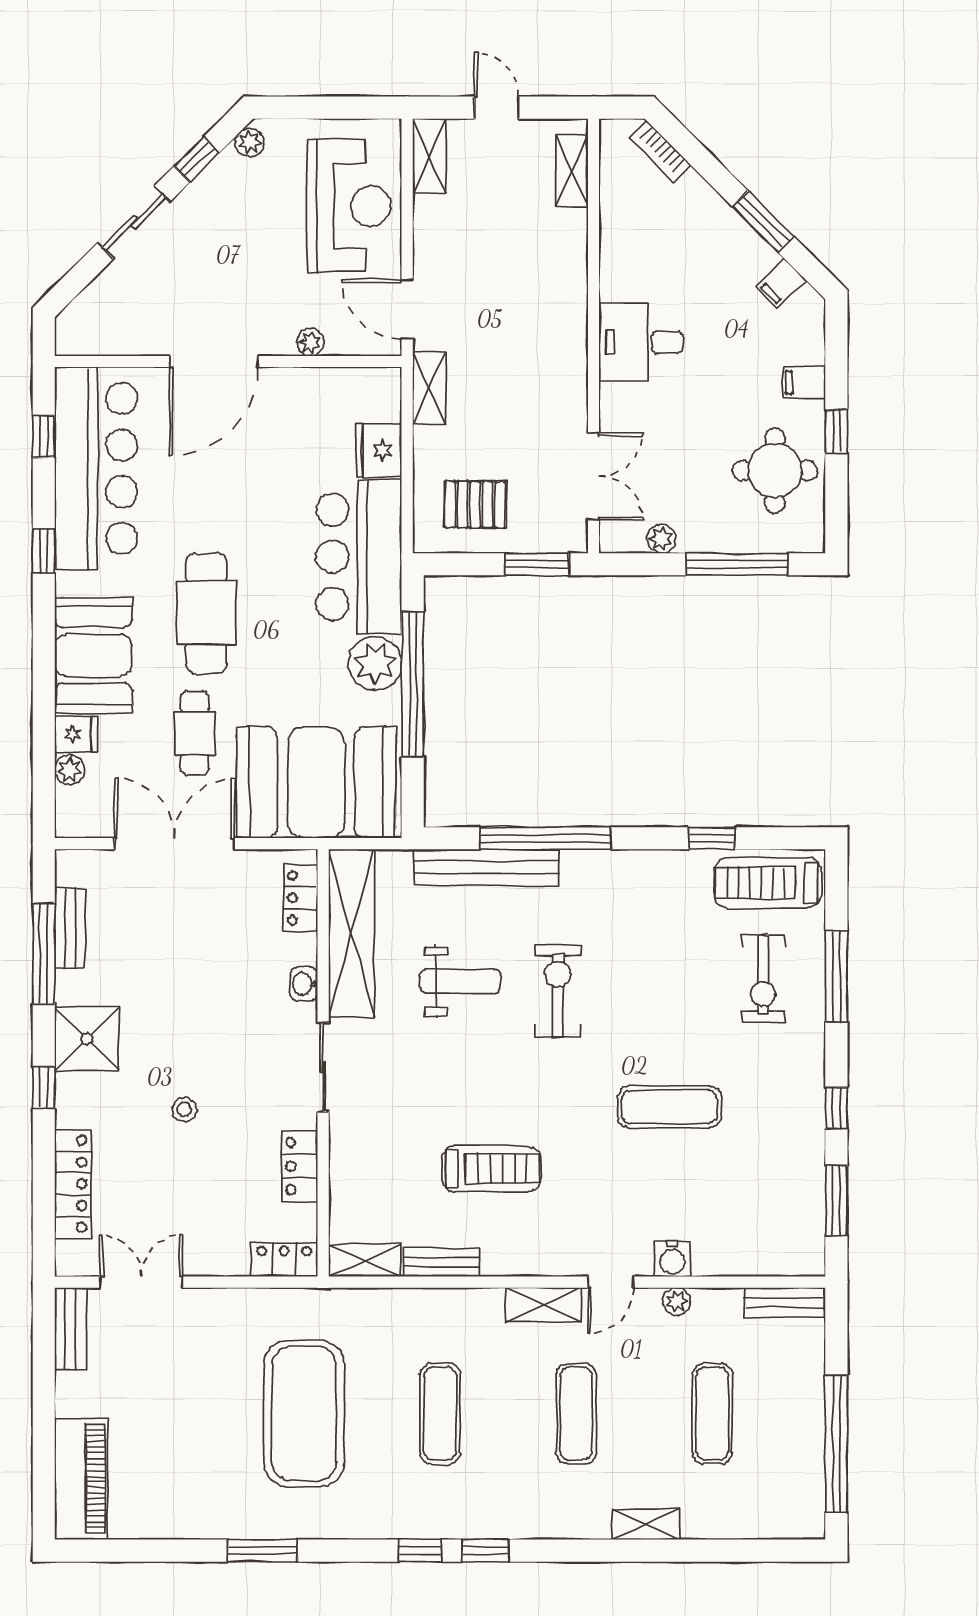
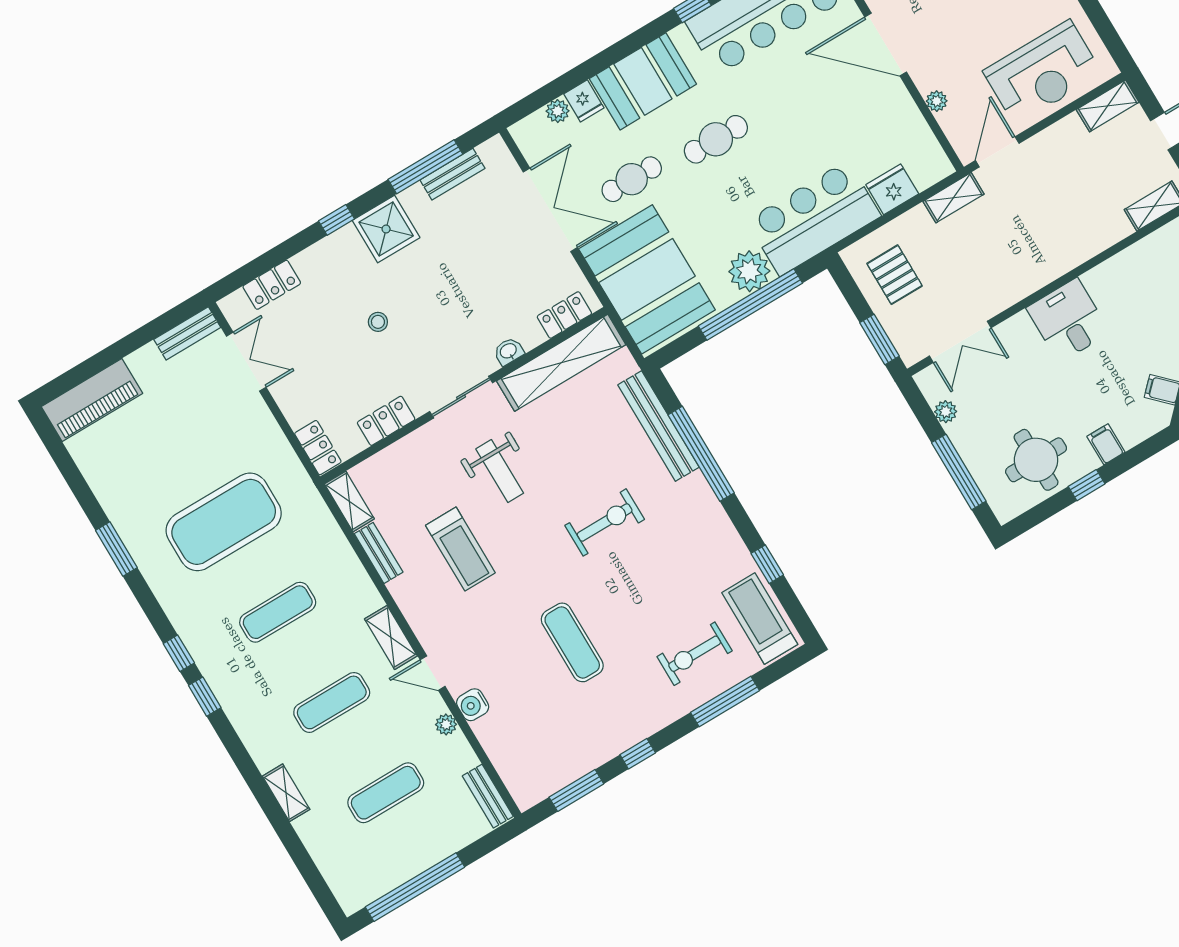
cafe table: (206, 613) -> (716, 139), width x0.73, depth x0.74
weight bench: (460, 981) -> (500, 471), moved
locker: (73, 1184) -> (272, 285), width x0.66

